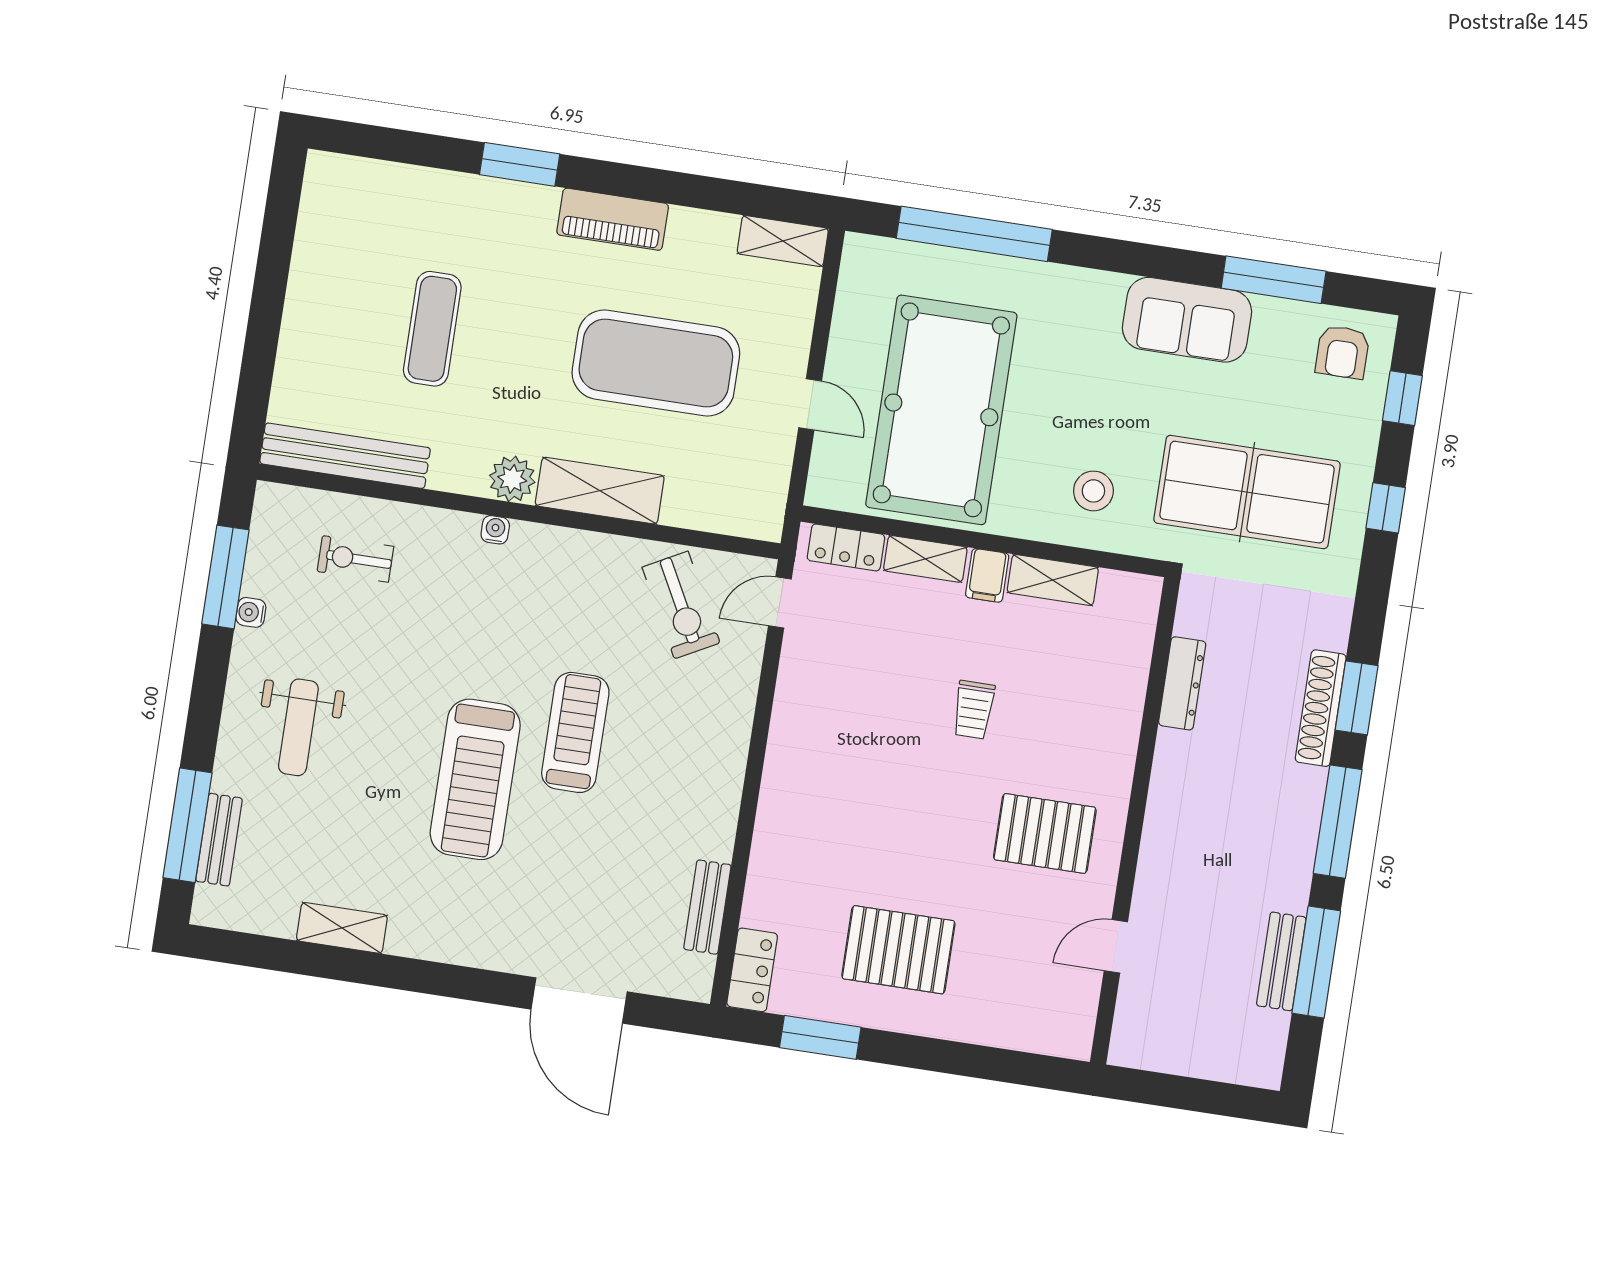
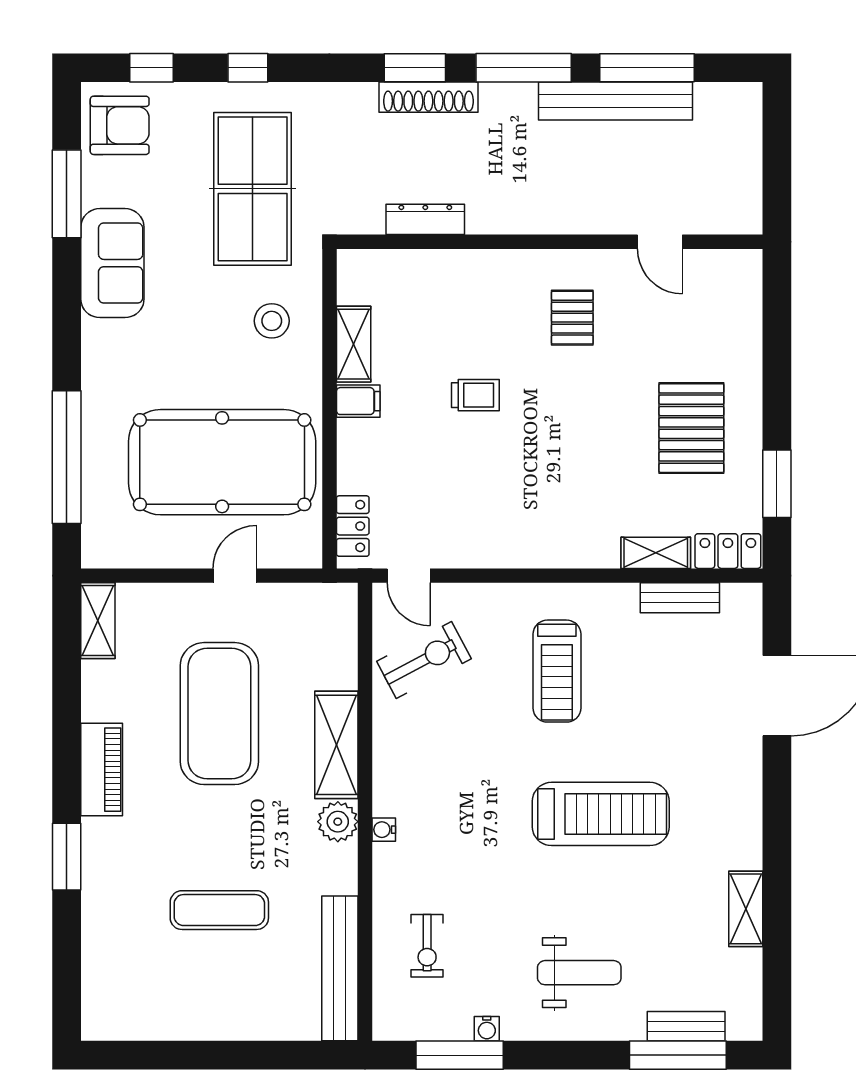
armchair: (1342, 352) -> (120, 125), width x1.38, depth x1.38
shelving: (925, 559) -> (656, 553), moved, turned 90
treadmill: (575, 732) -> (557, 671), moved, turned -90
pallet: (1045, 833) -> (572, 318), width x0.67, depth x0.71
bench: (1281, 961) -> (615, 101), width x1.86, depth x1.21

